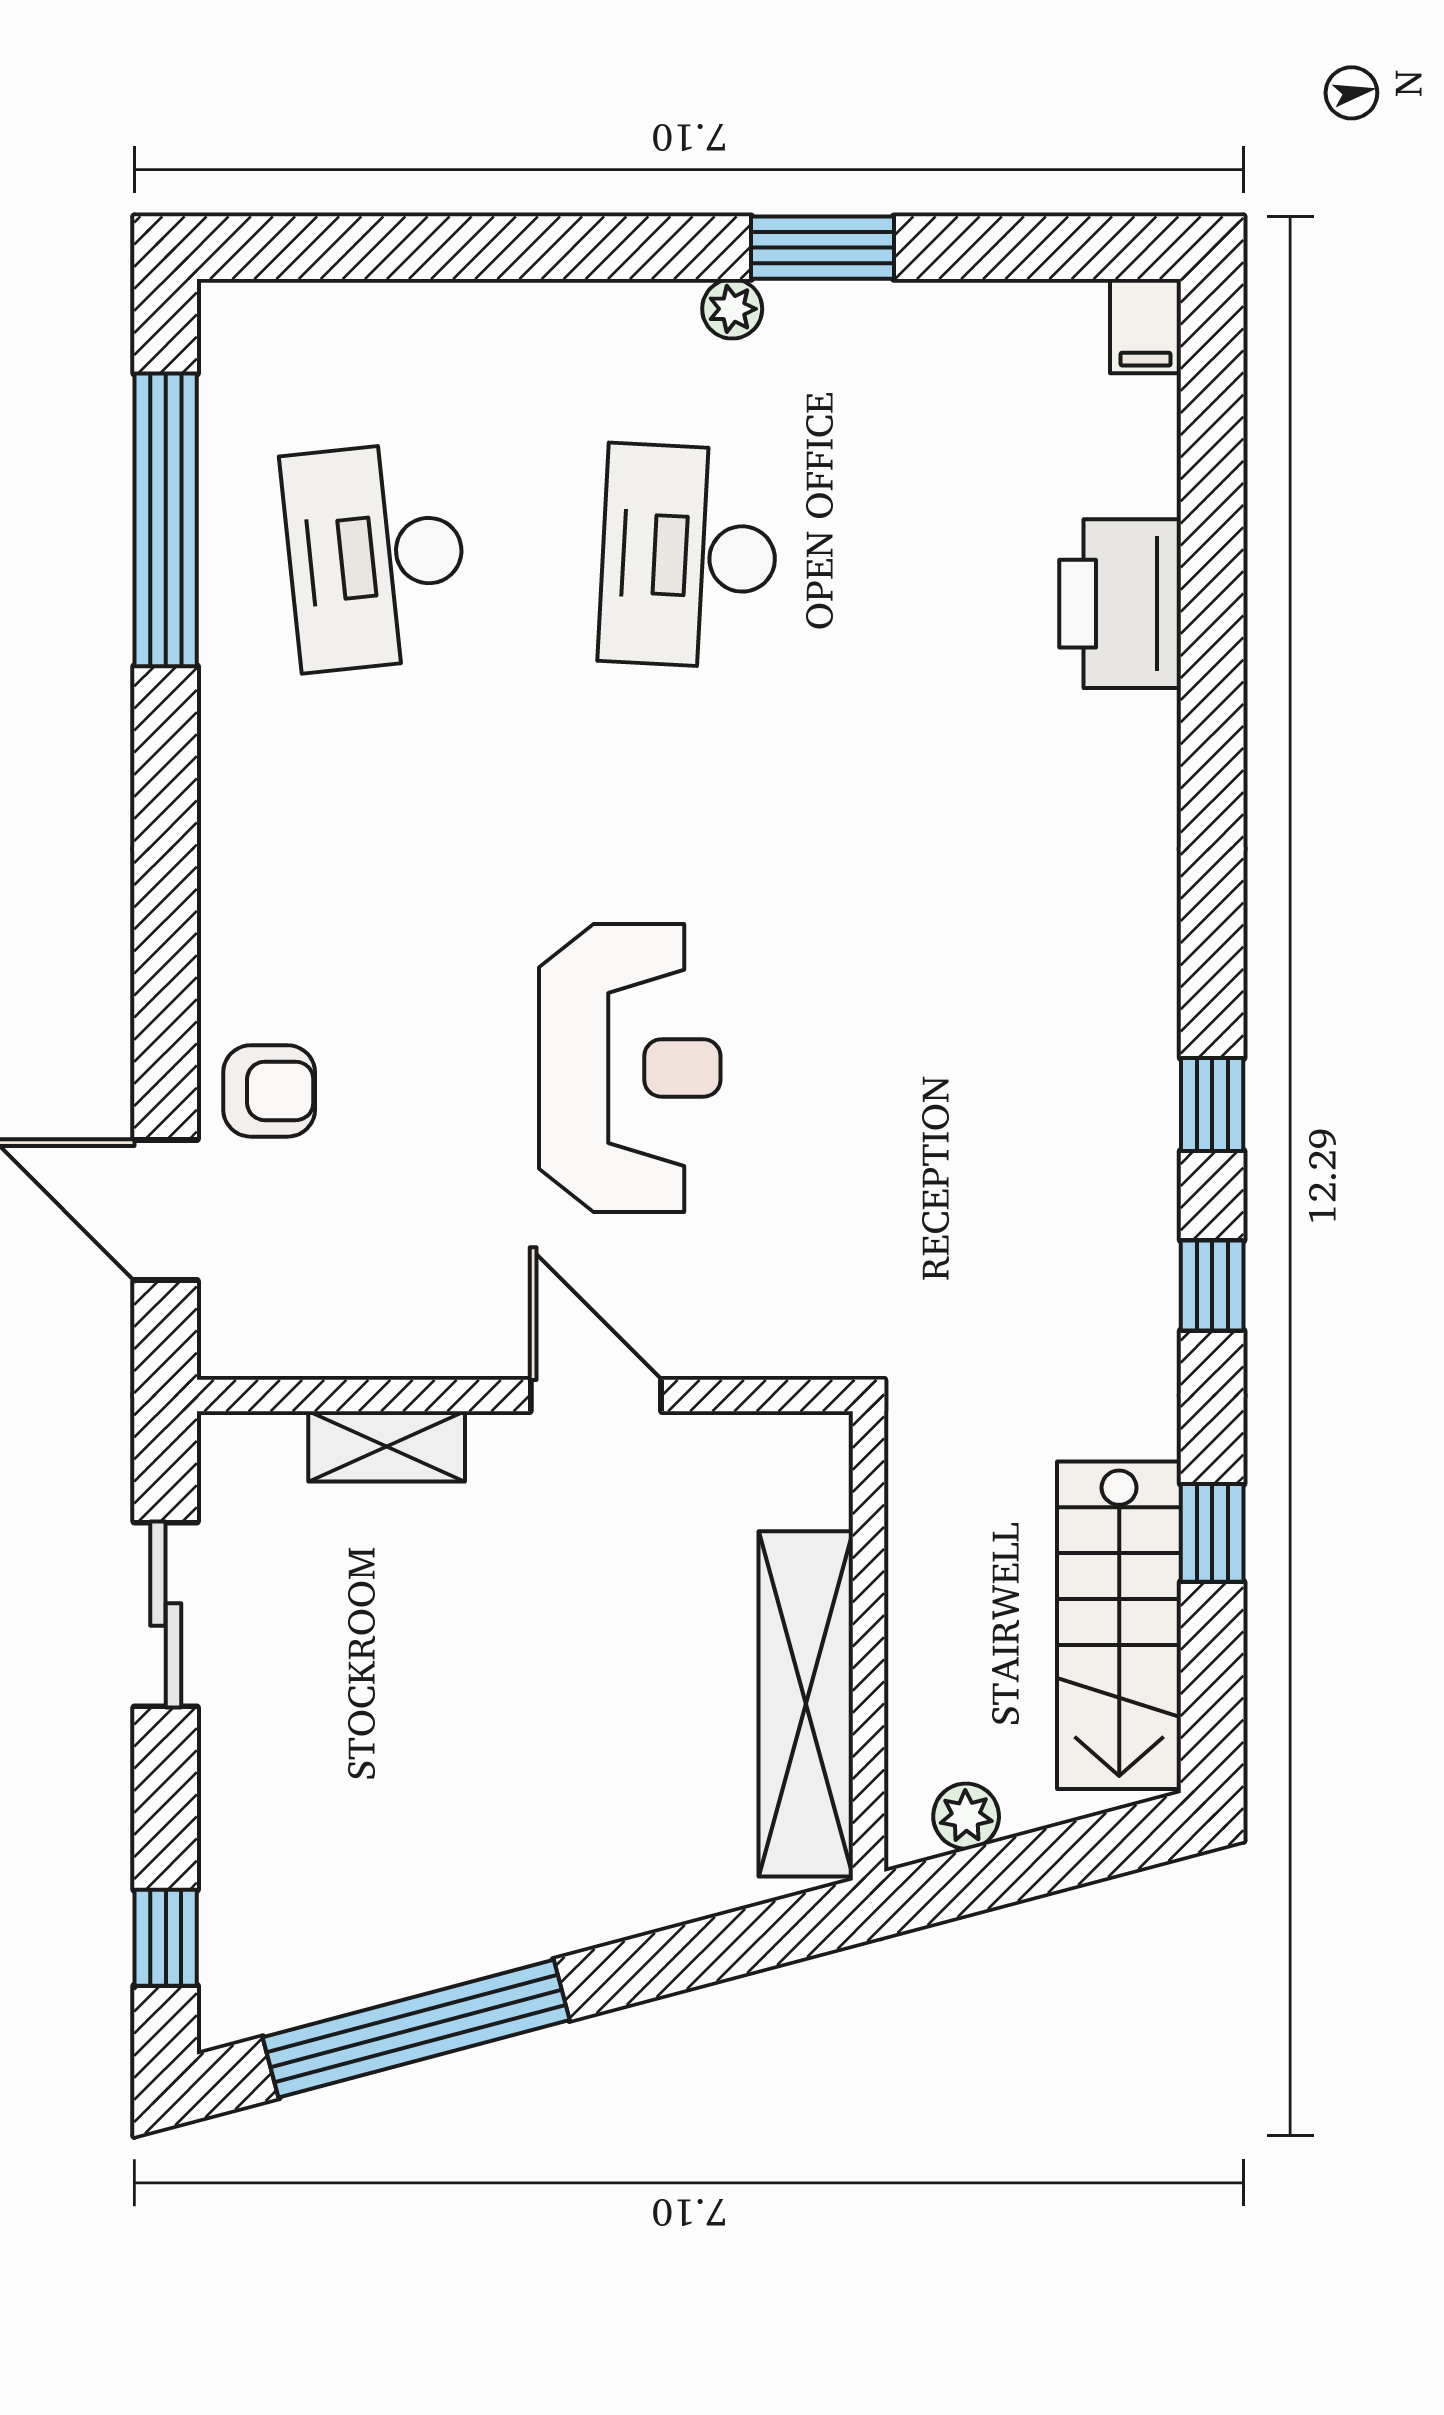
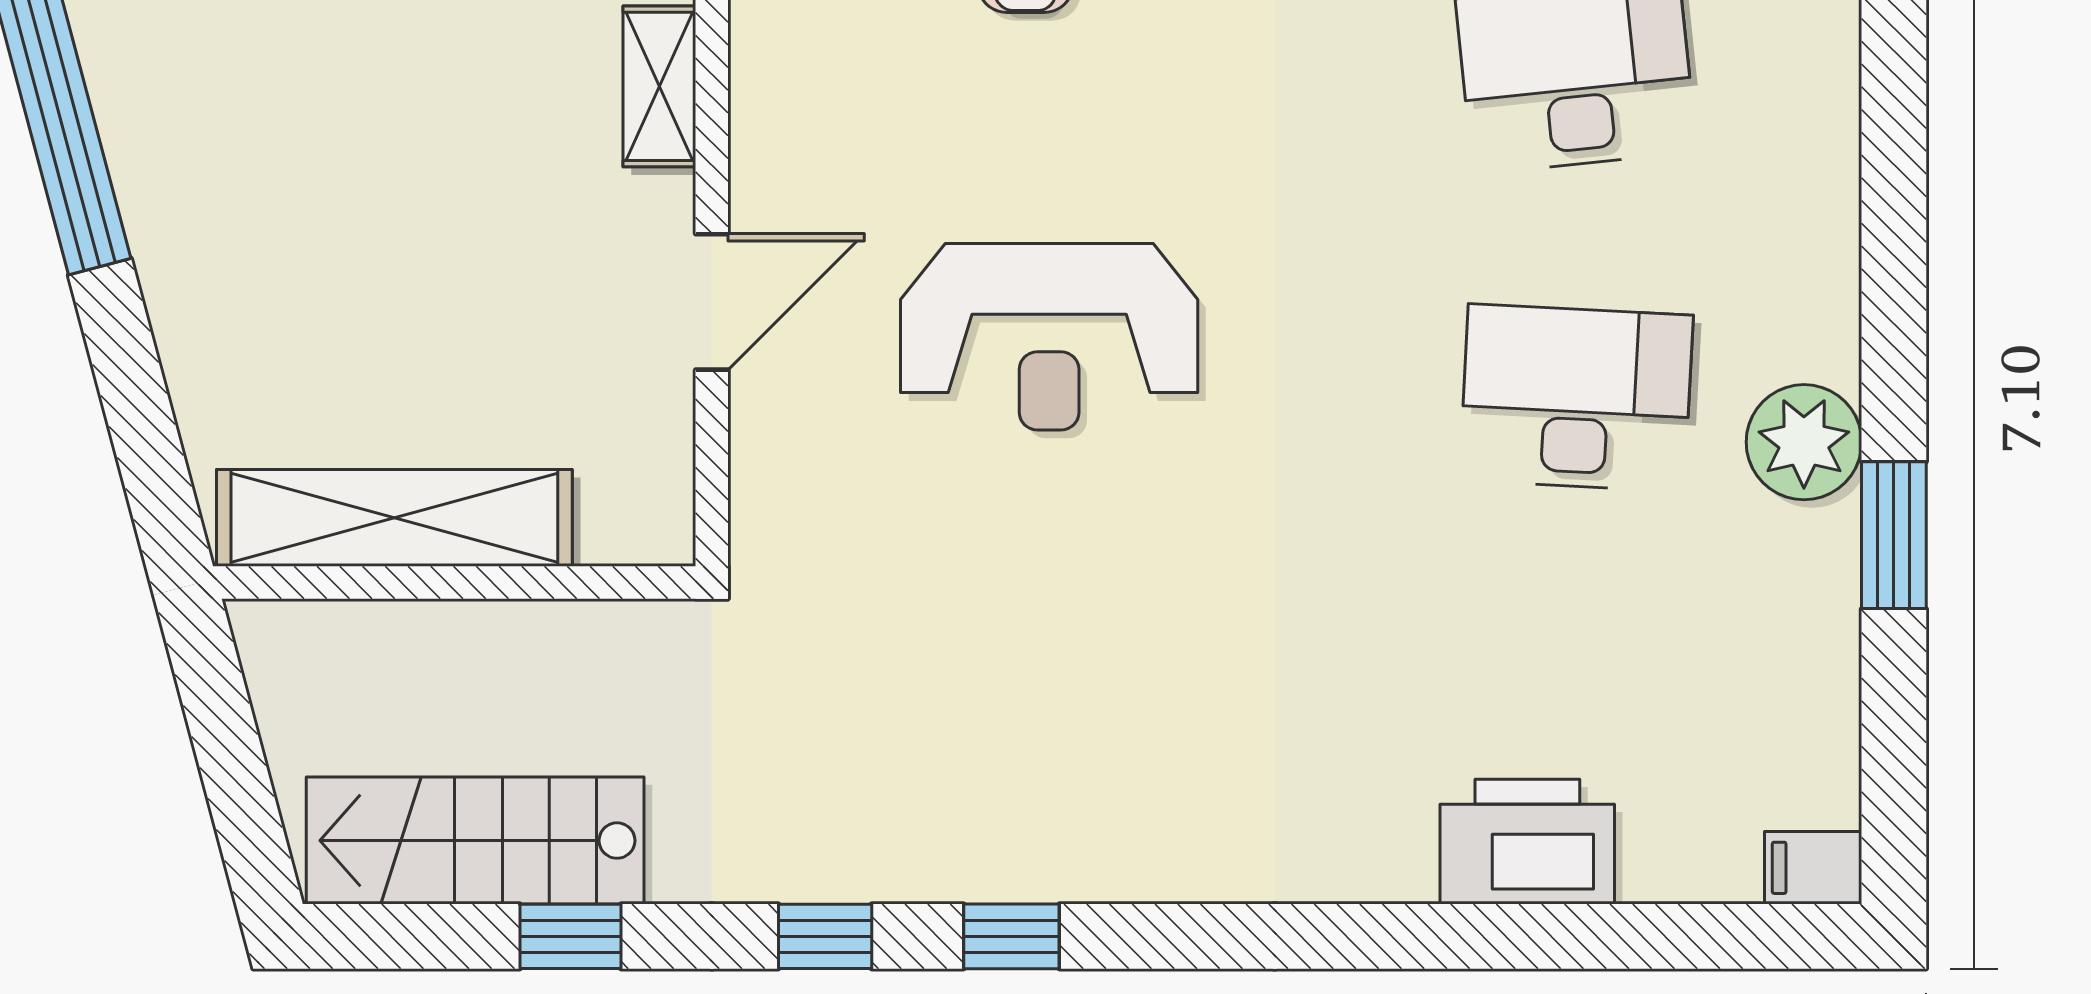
plant: (732, 309) -> (1804, 442), width x1.87, depth x1.87
plant: (966, 1816) -> (279, 683), removed

